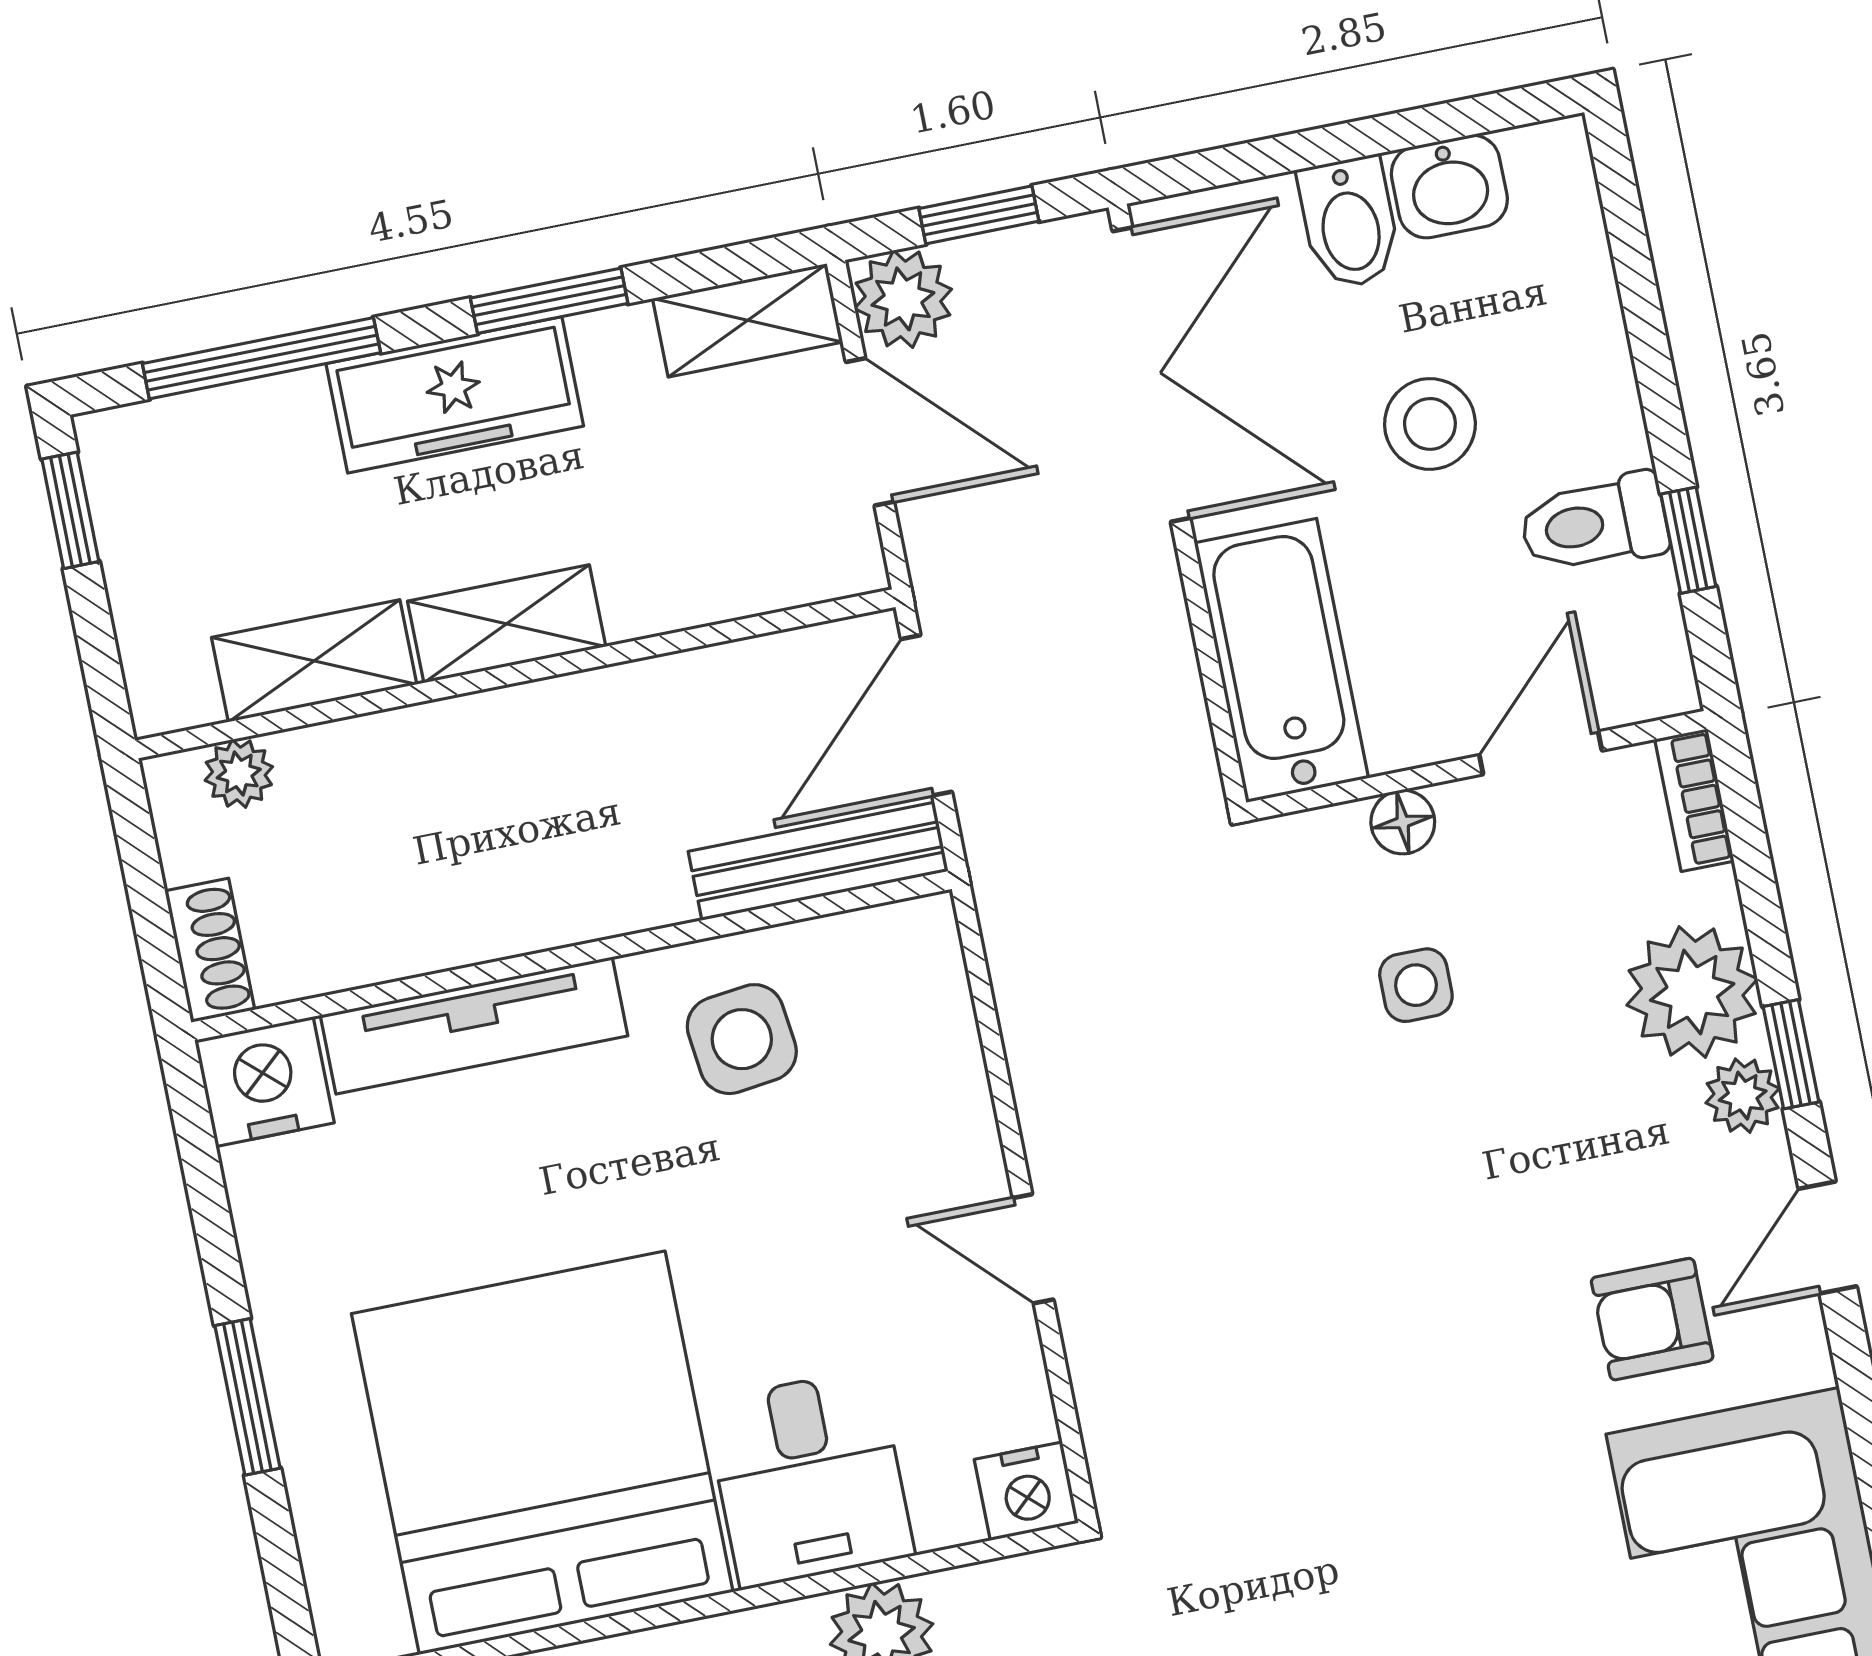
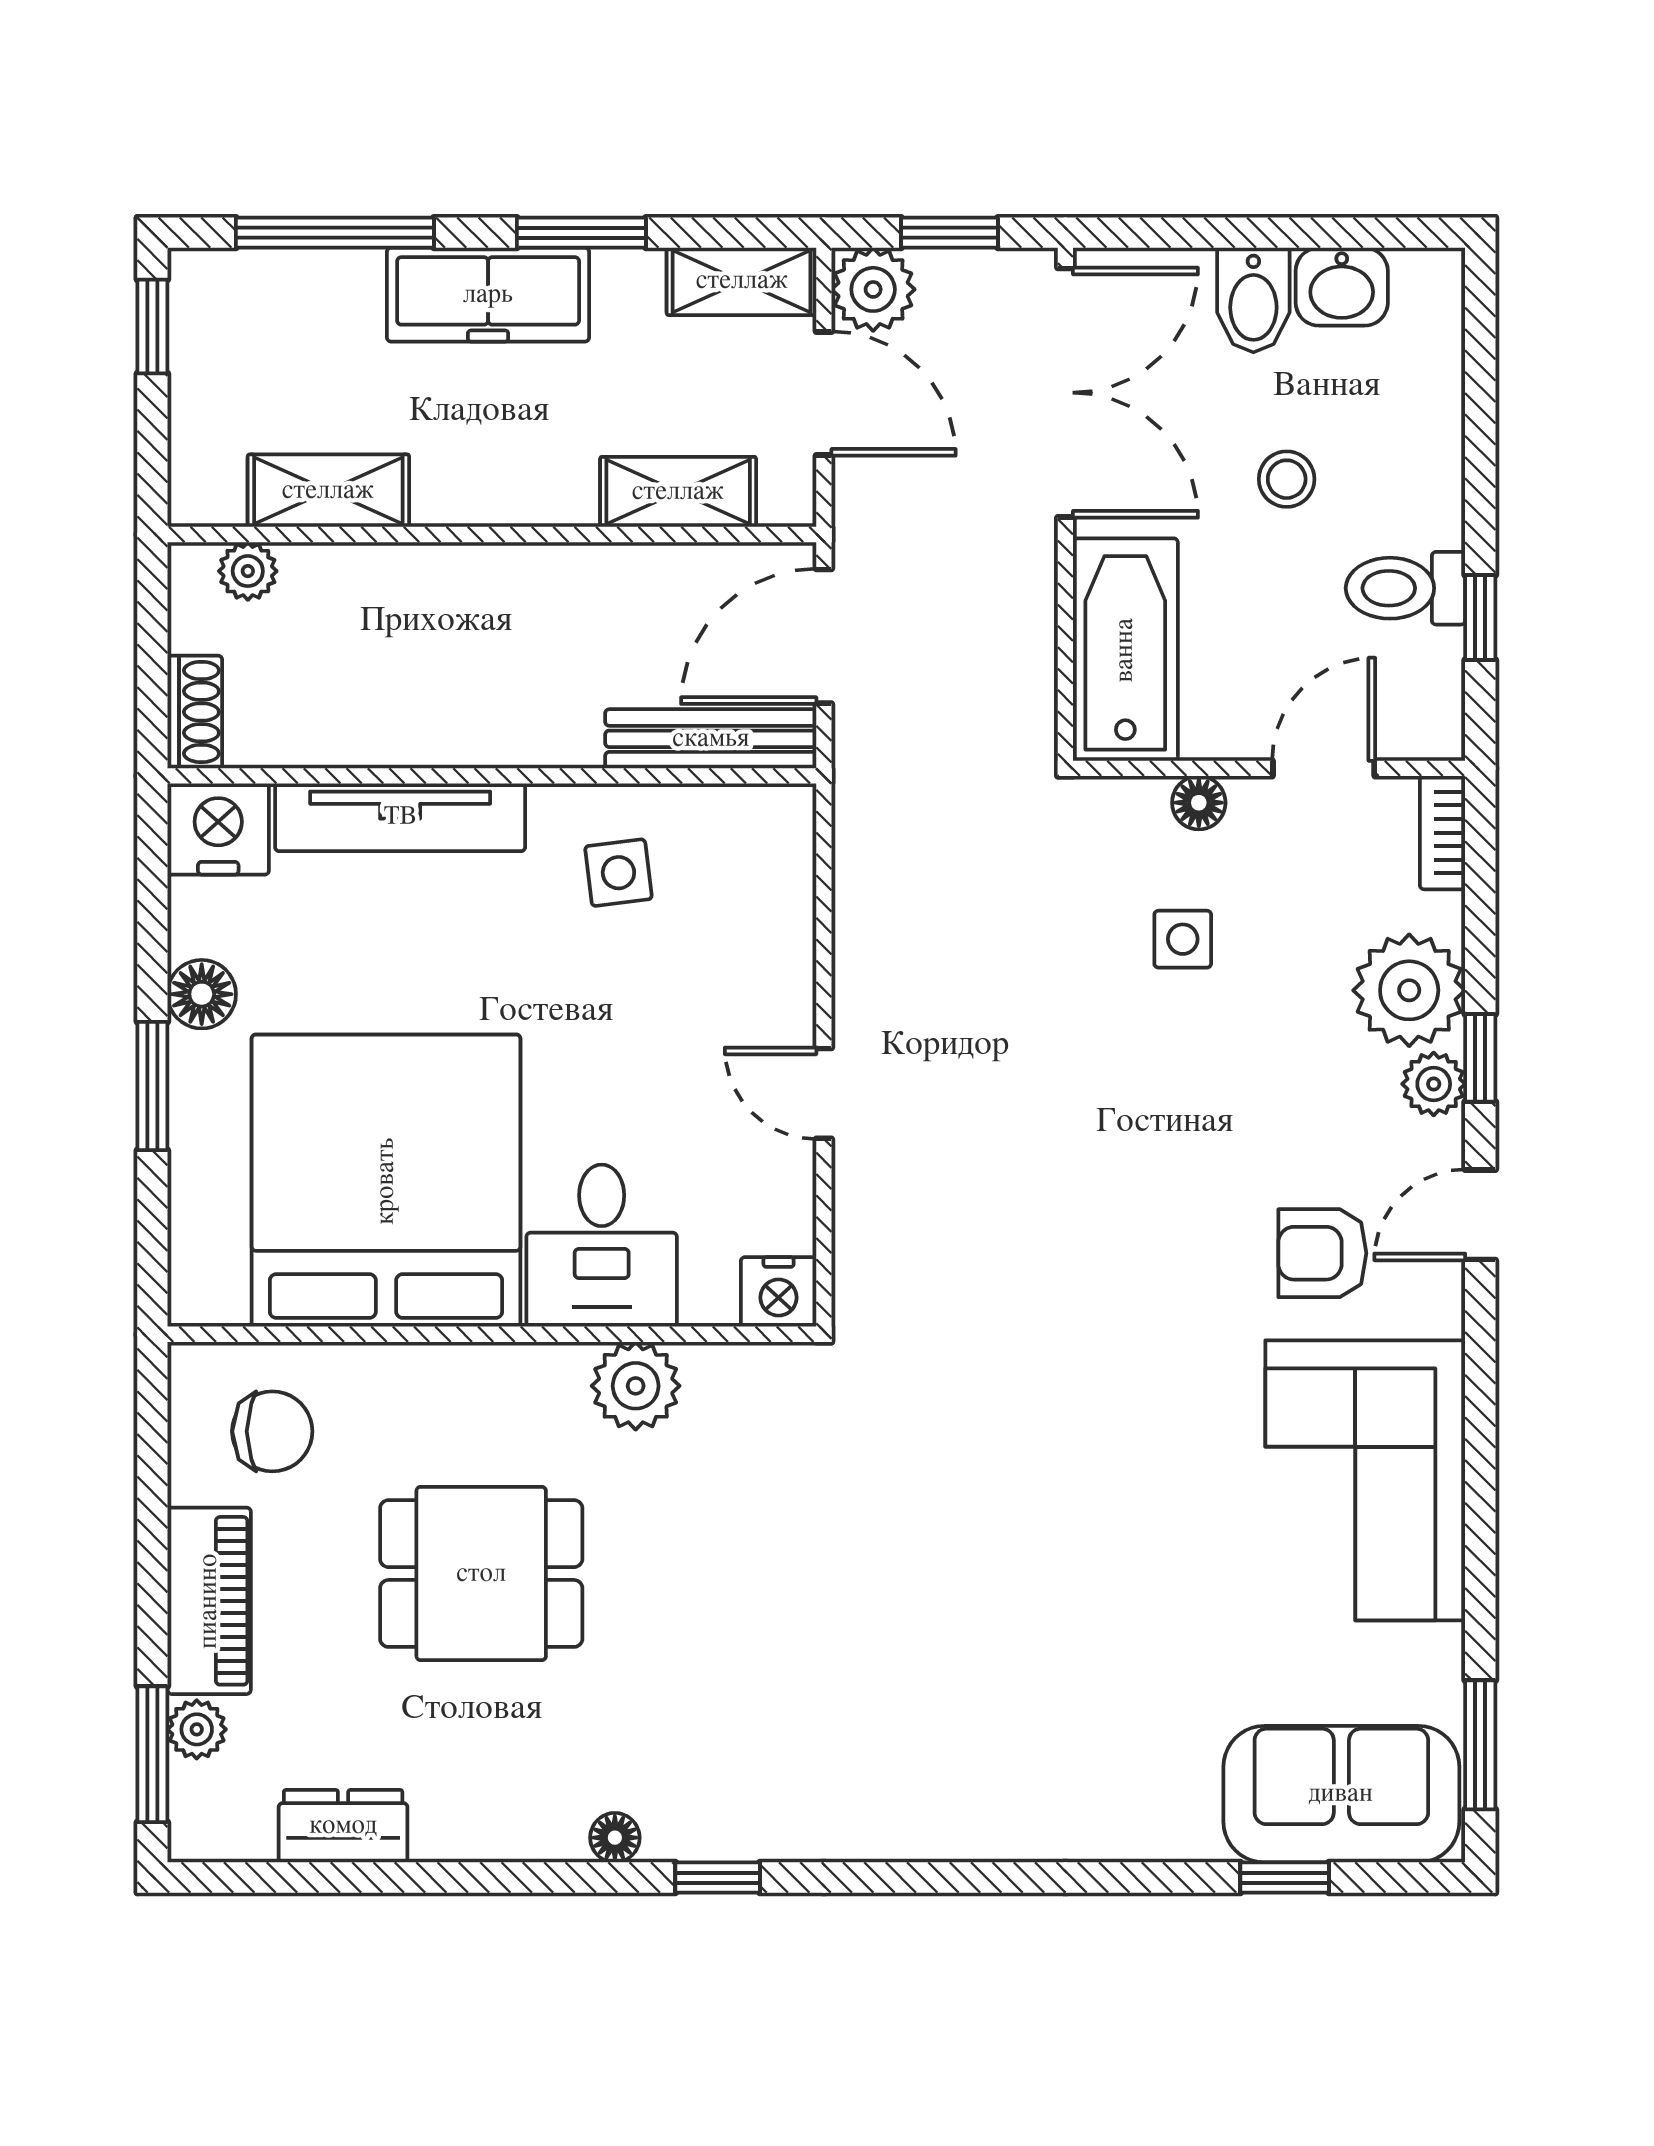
stool: (1430, 424) -> (1287, 479), width x0.73, depth x0.73
shelving: (507, 624) -> (678, 492), moved
side table: (742, 1039) -> (618, 873), width x0.73, depth x0.73
floor lamp: (284, 1278) -> (202, 994), added

